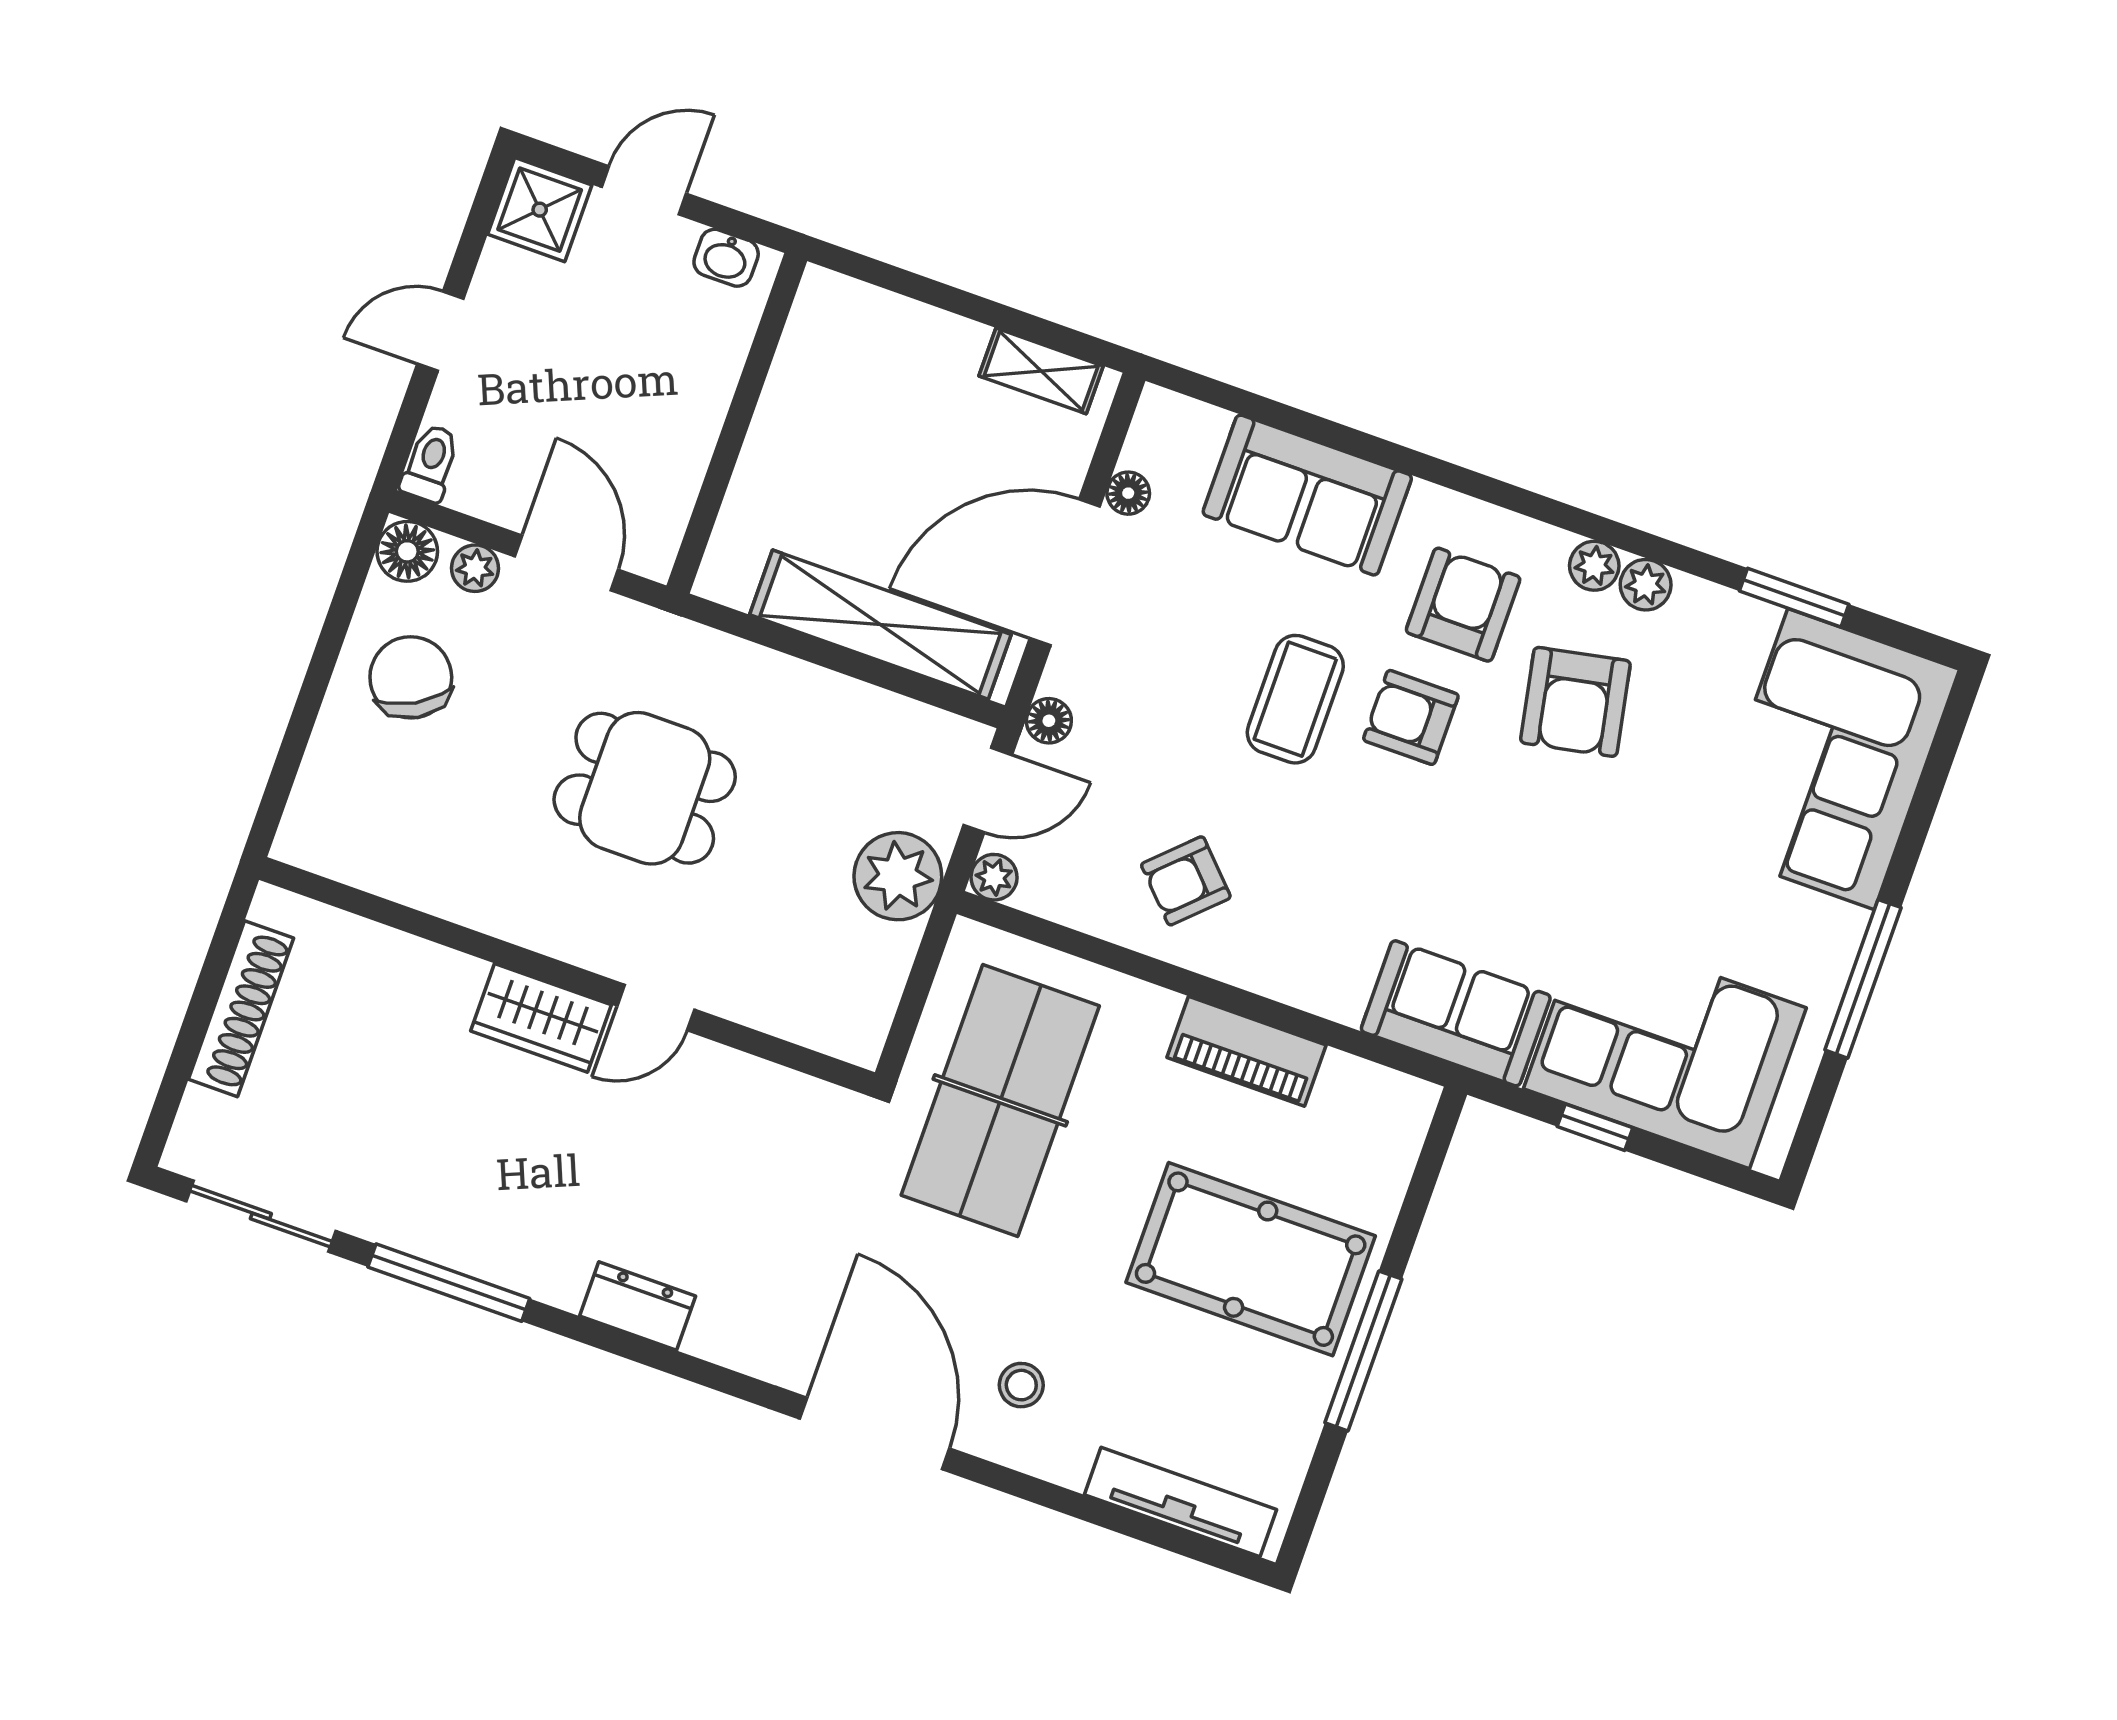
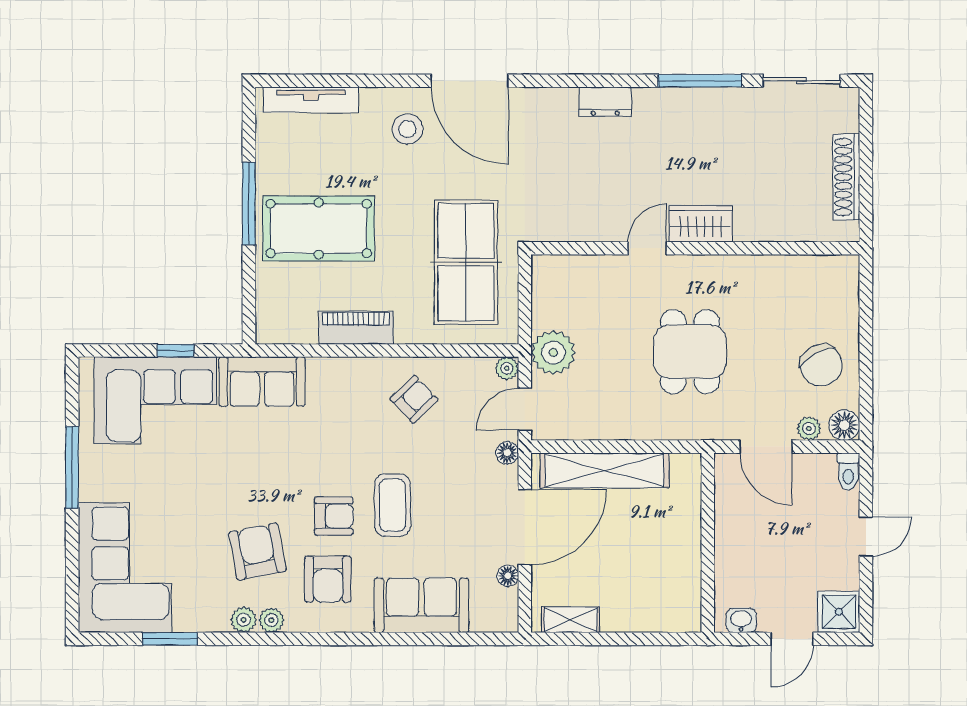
dining table: (645, 788) -> (690, 352), turned 90
stool: (1021, 1385) -> (407, 129), width x1.37, depth x1.37

